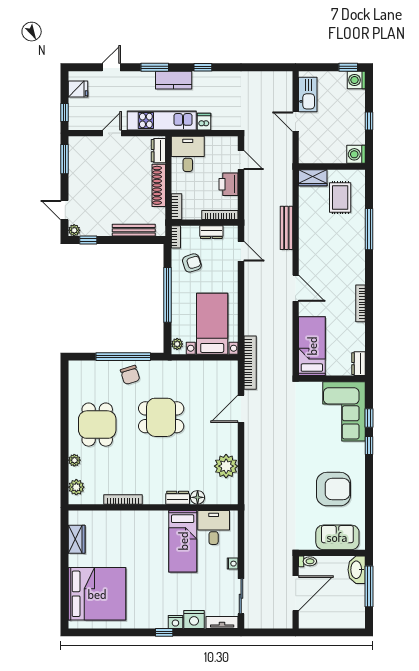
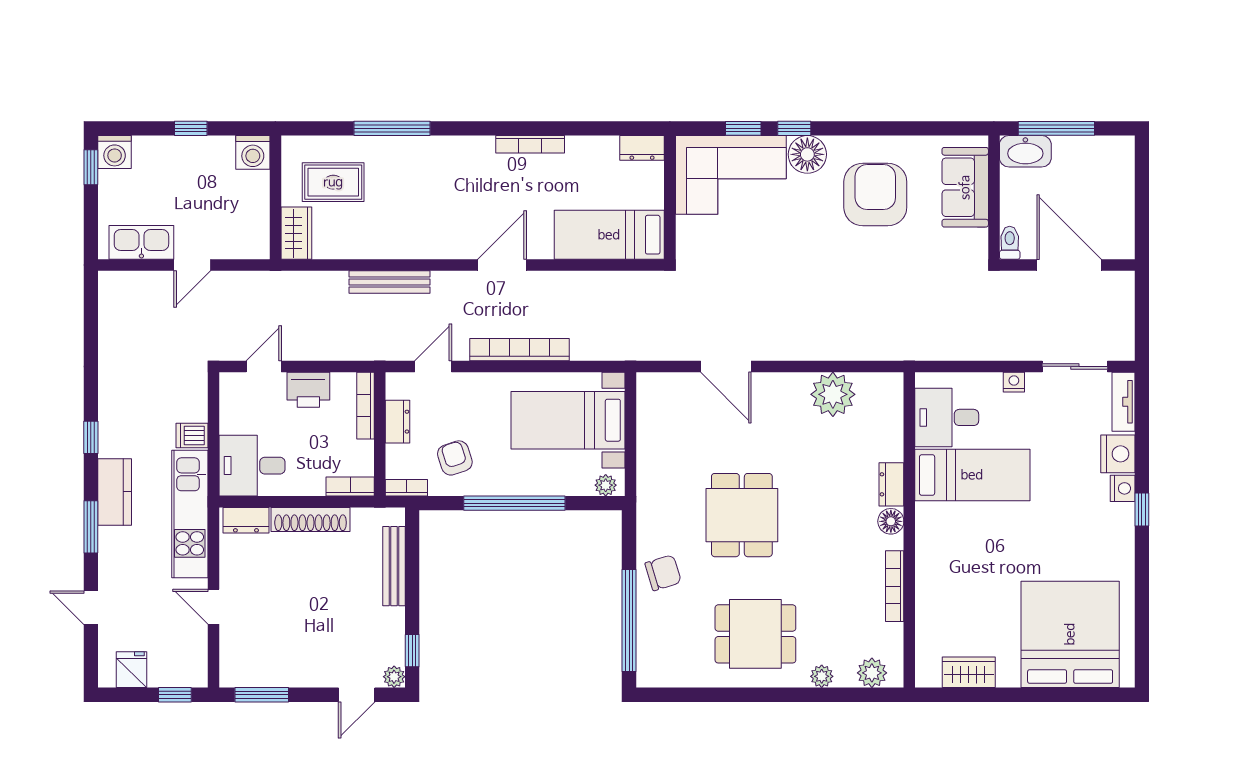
window: (123, 357) -> (629, 620), moved
bookcase: (250, 363) -> (519, 350), moved
floor lamp: (355, 452) -> (807, 154), added
floor lamp: (198, 497) -> (891, 521), moved

